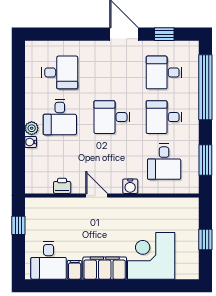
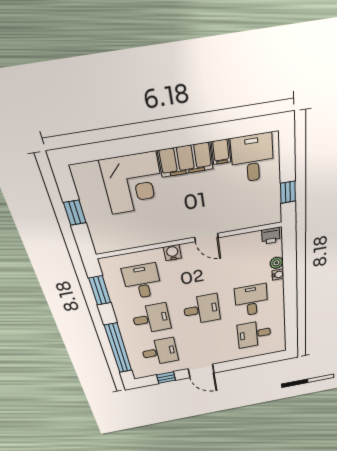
plant: (32, 128) -> (276, 263), moved
printer: (62, 186) -> (271, 236), moved

